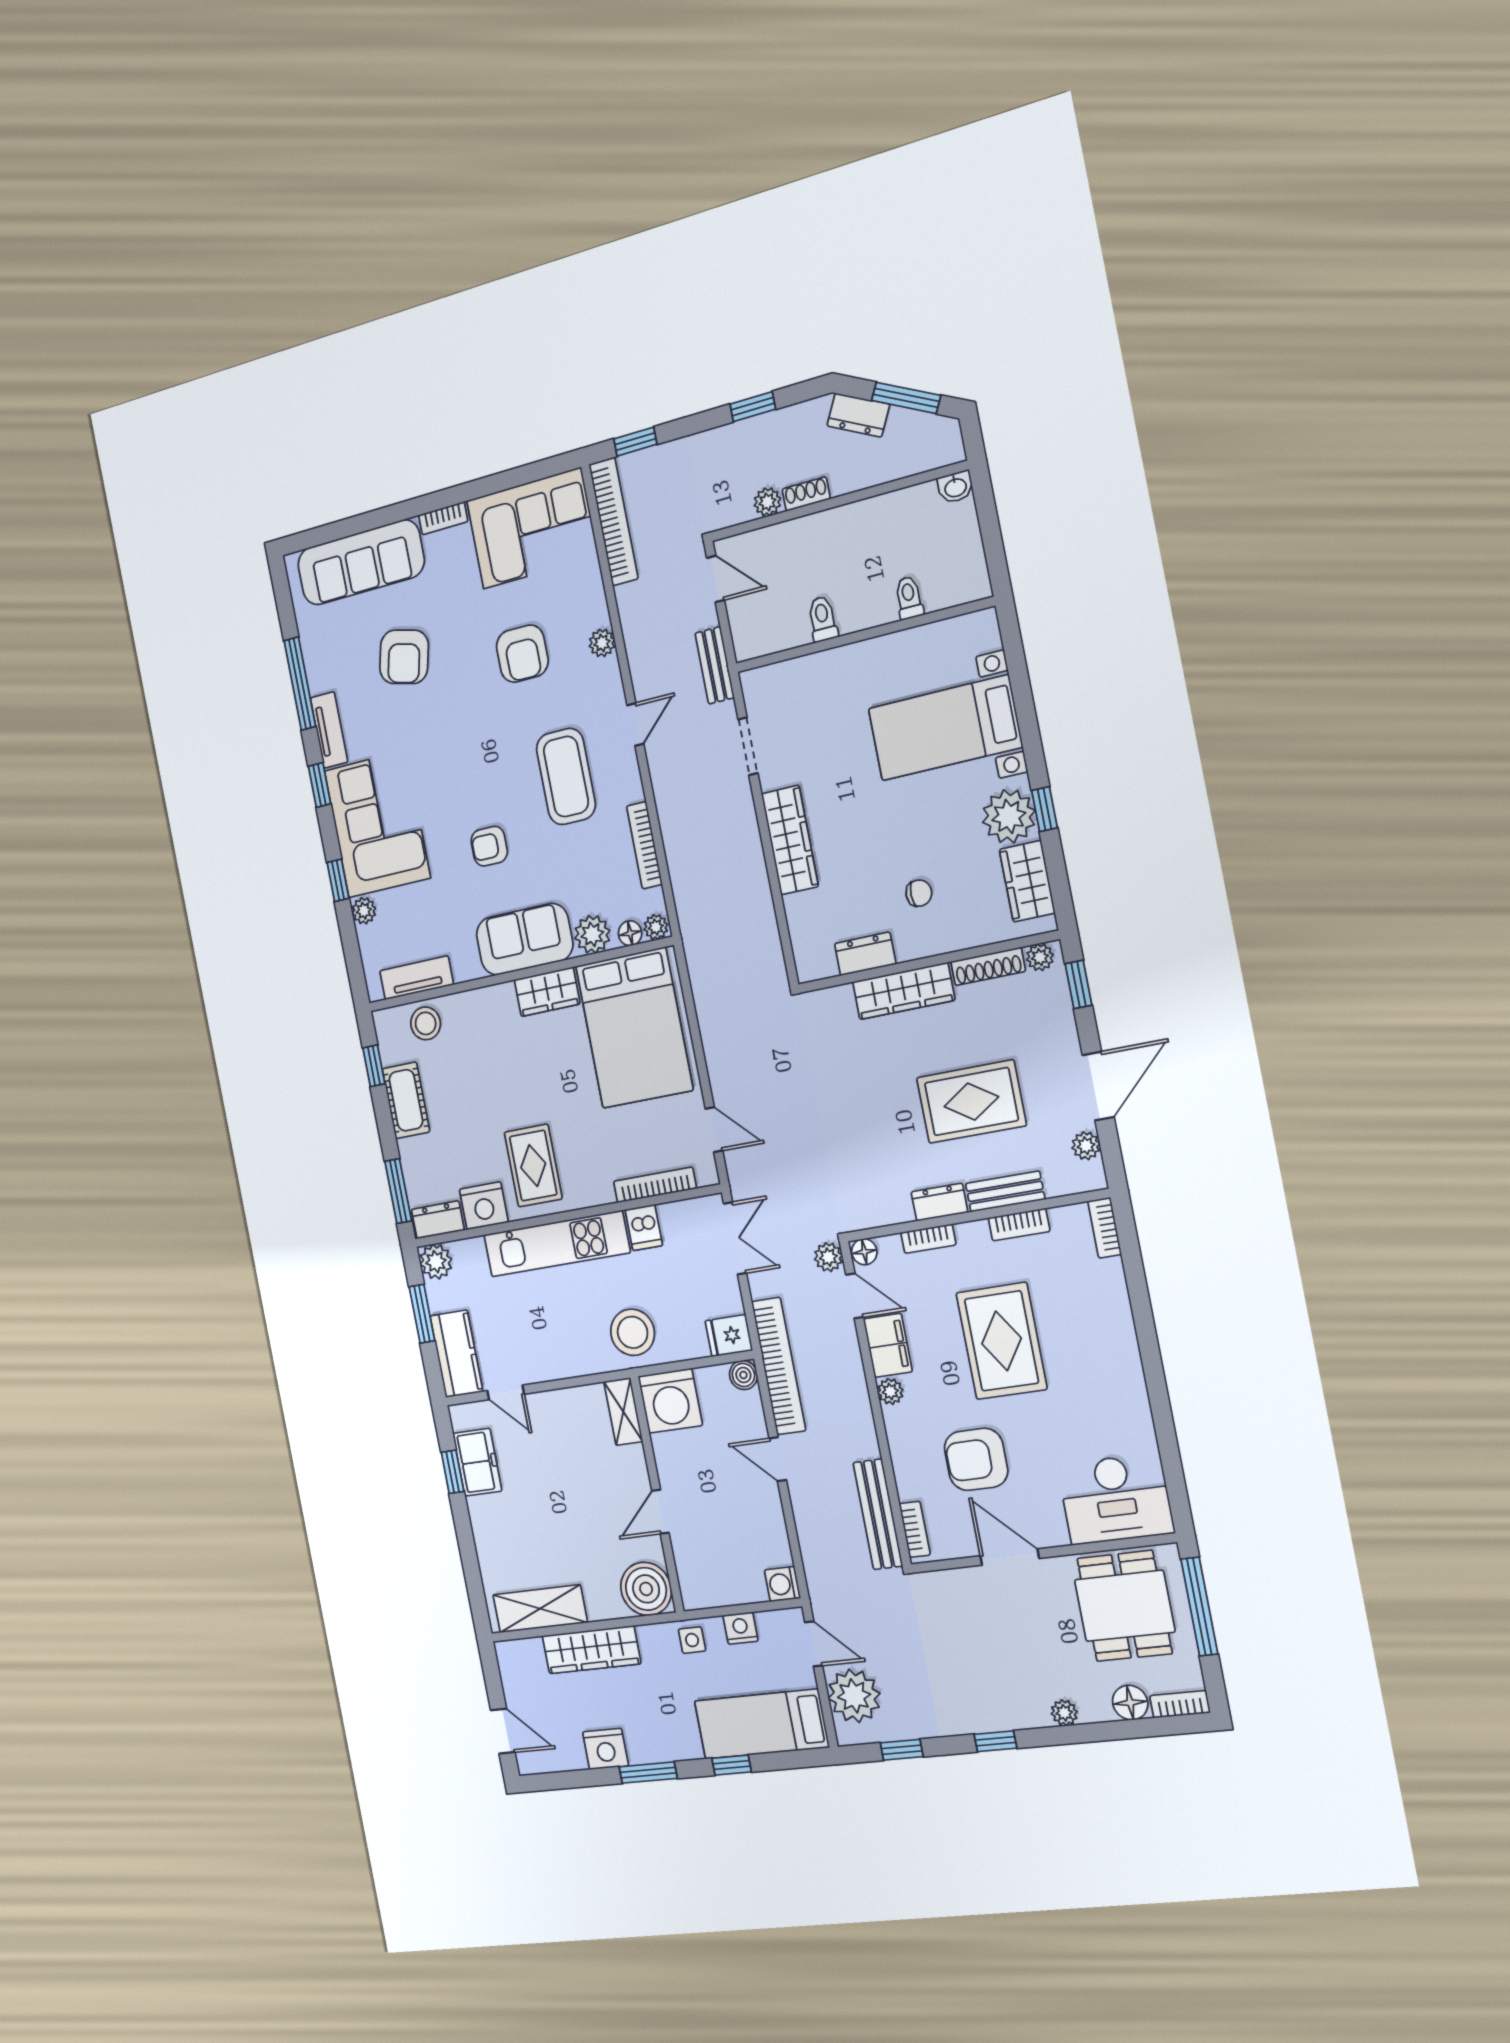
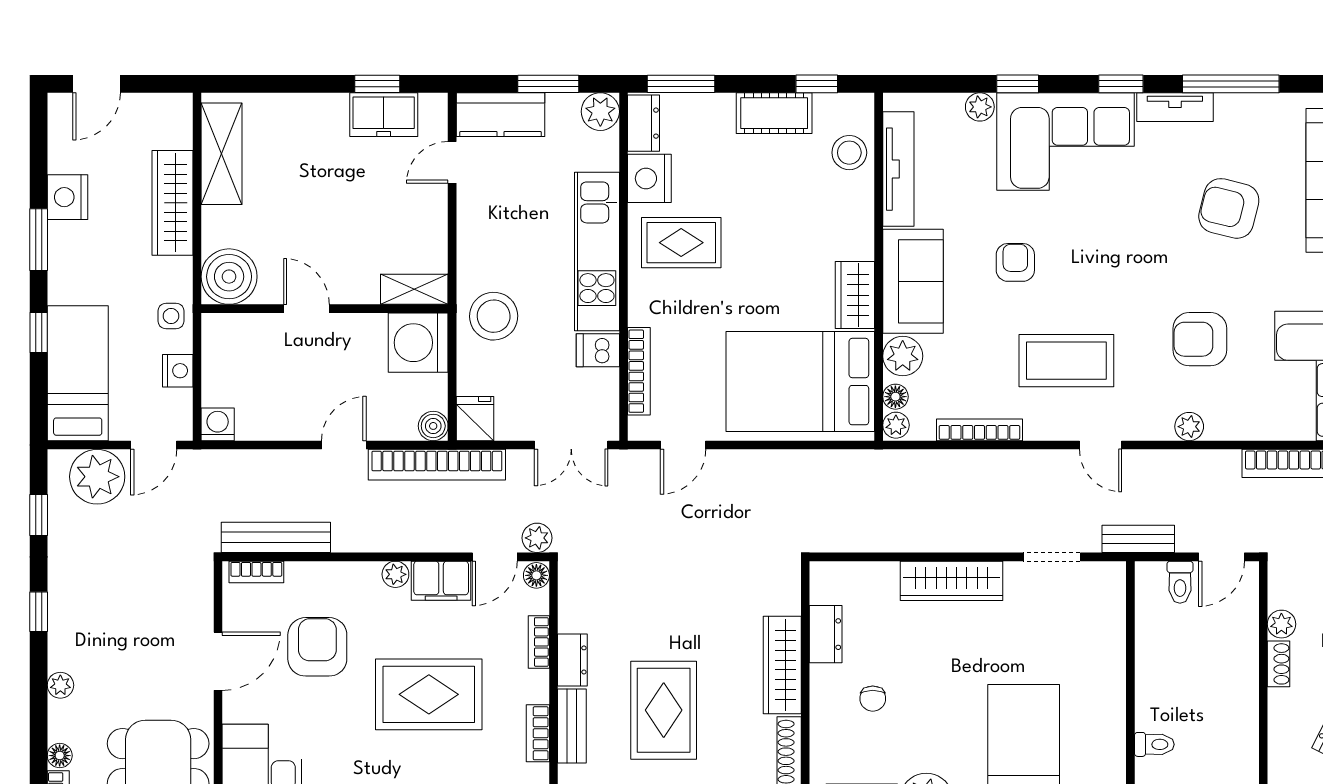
toilet: (823, 619) -> (1180, 582), moved, turned 90
tv unit: (417, 978) -> (898, 169), width x1.41
floor lamp: (1130, 1703) -> (60, 756), width x0.73, depth x0.73

